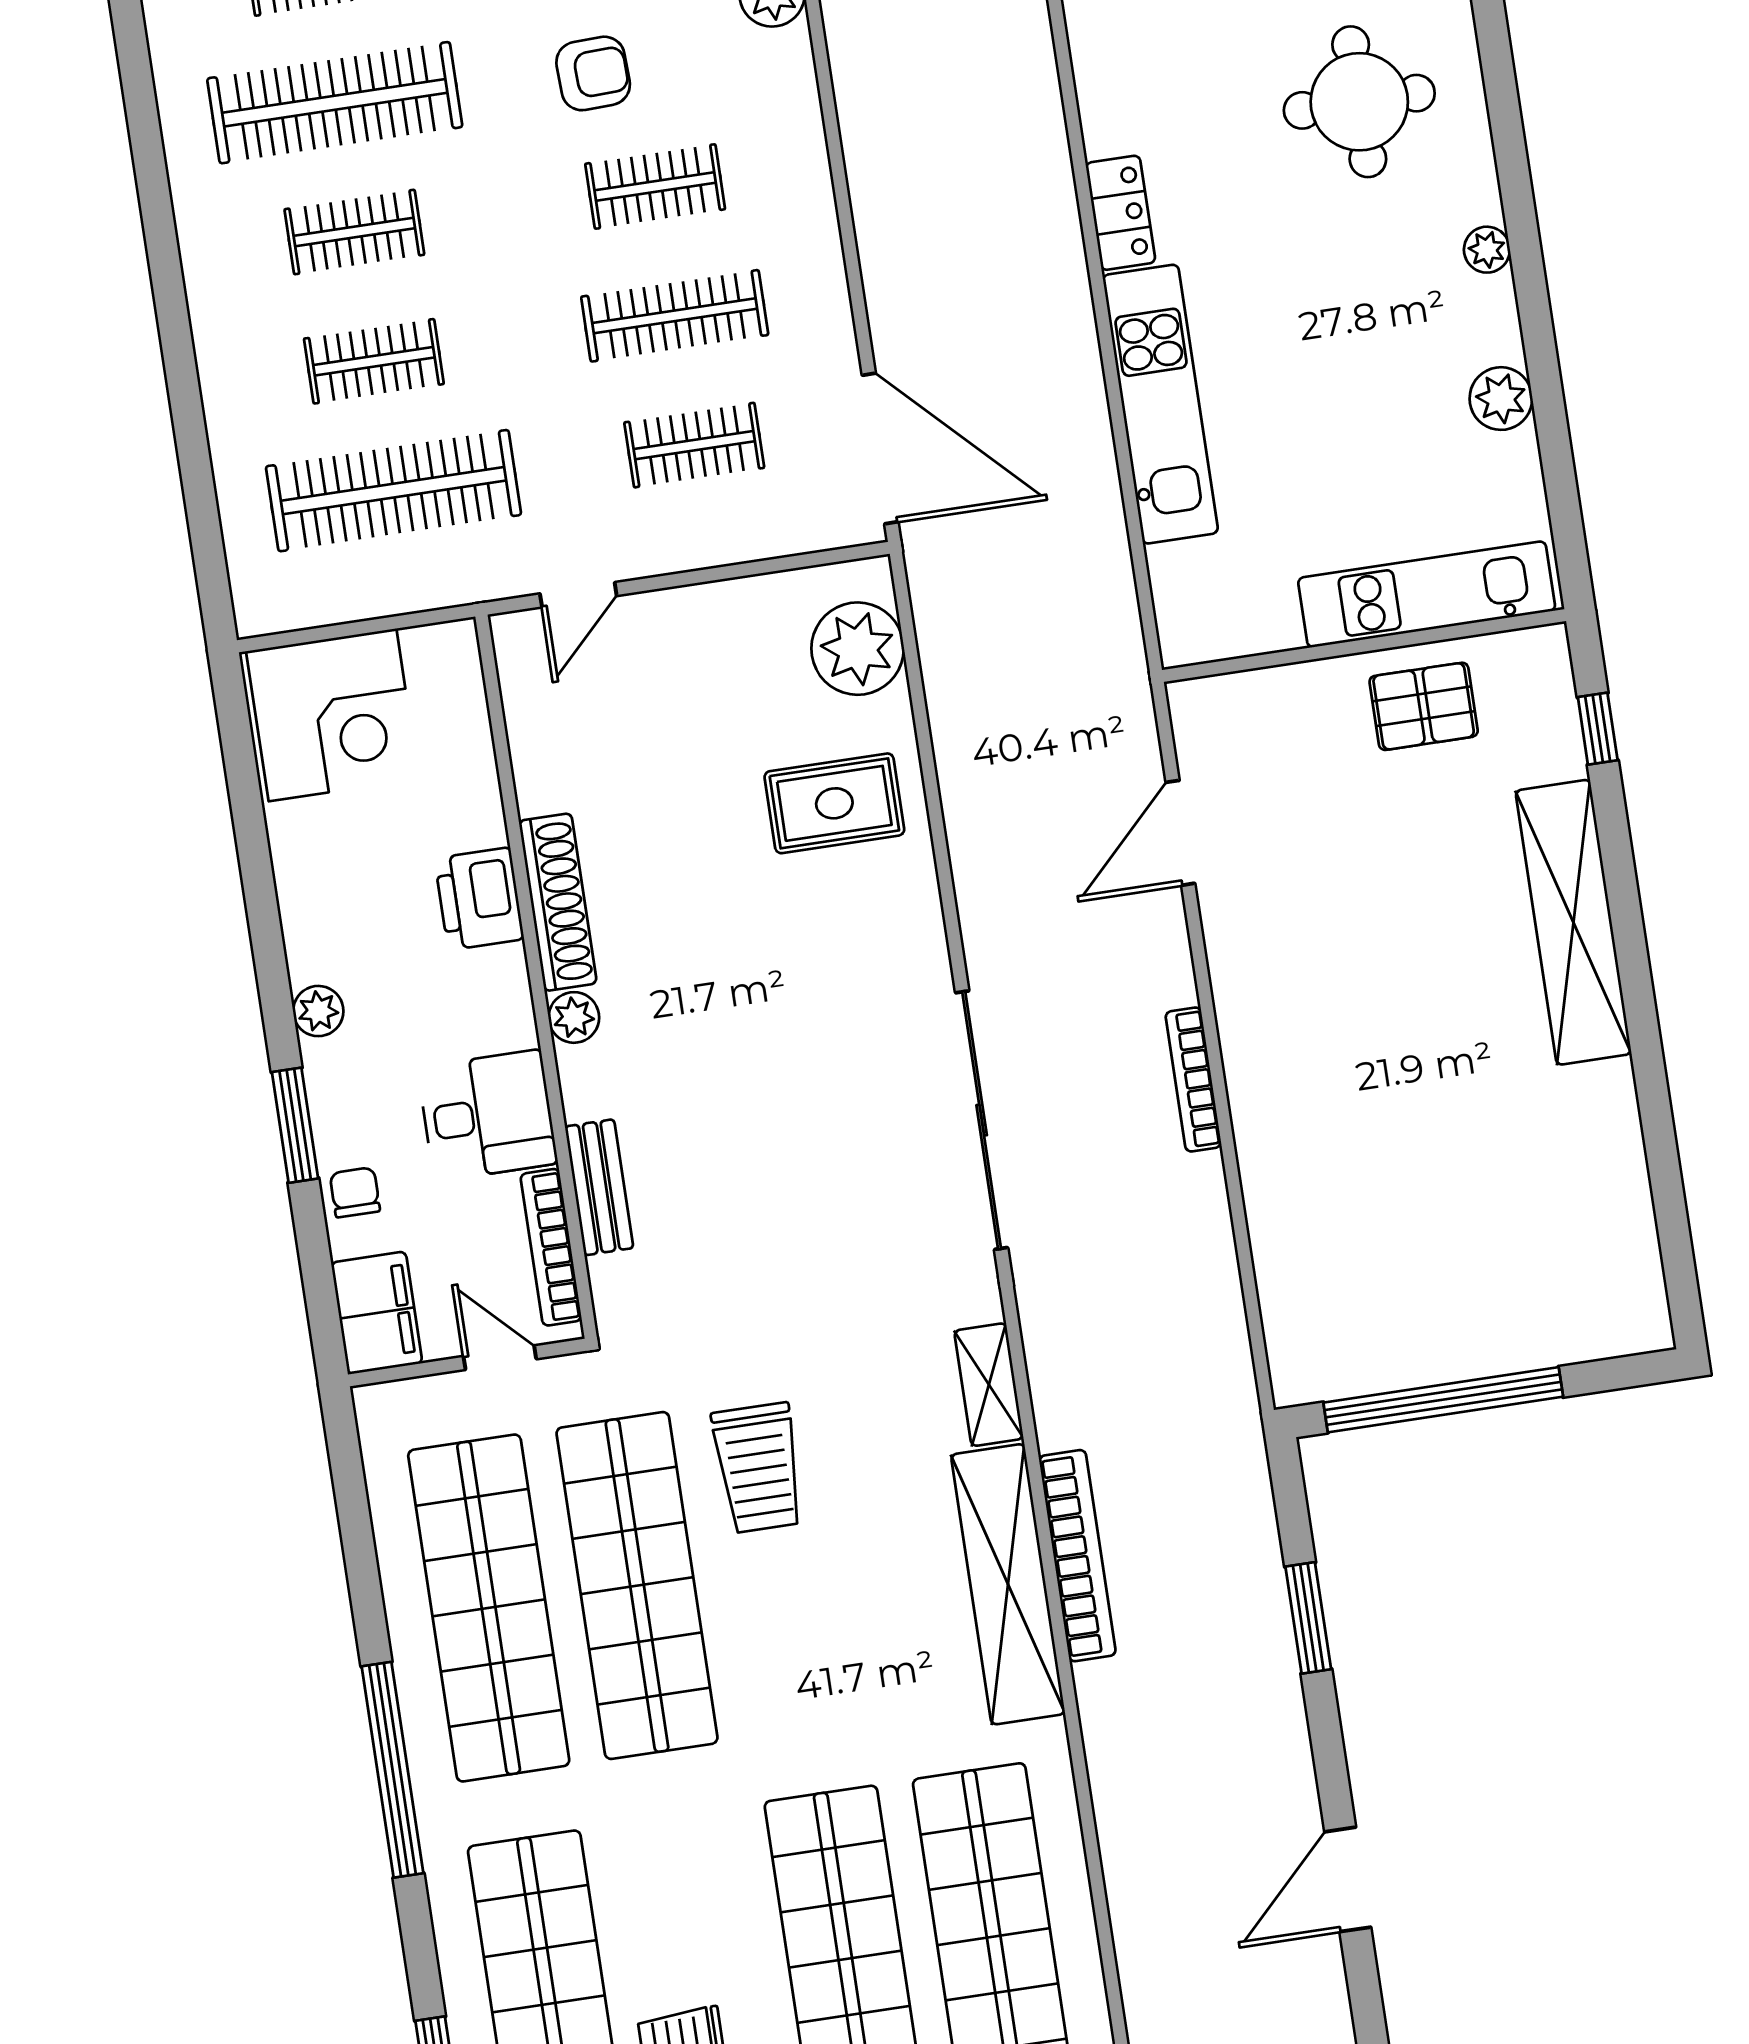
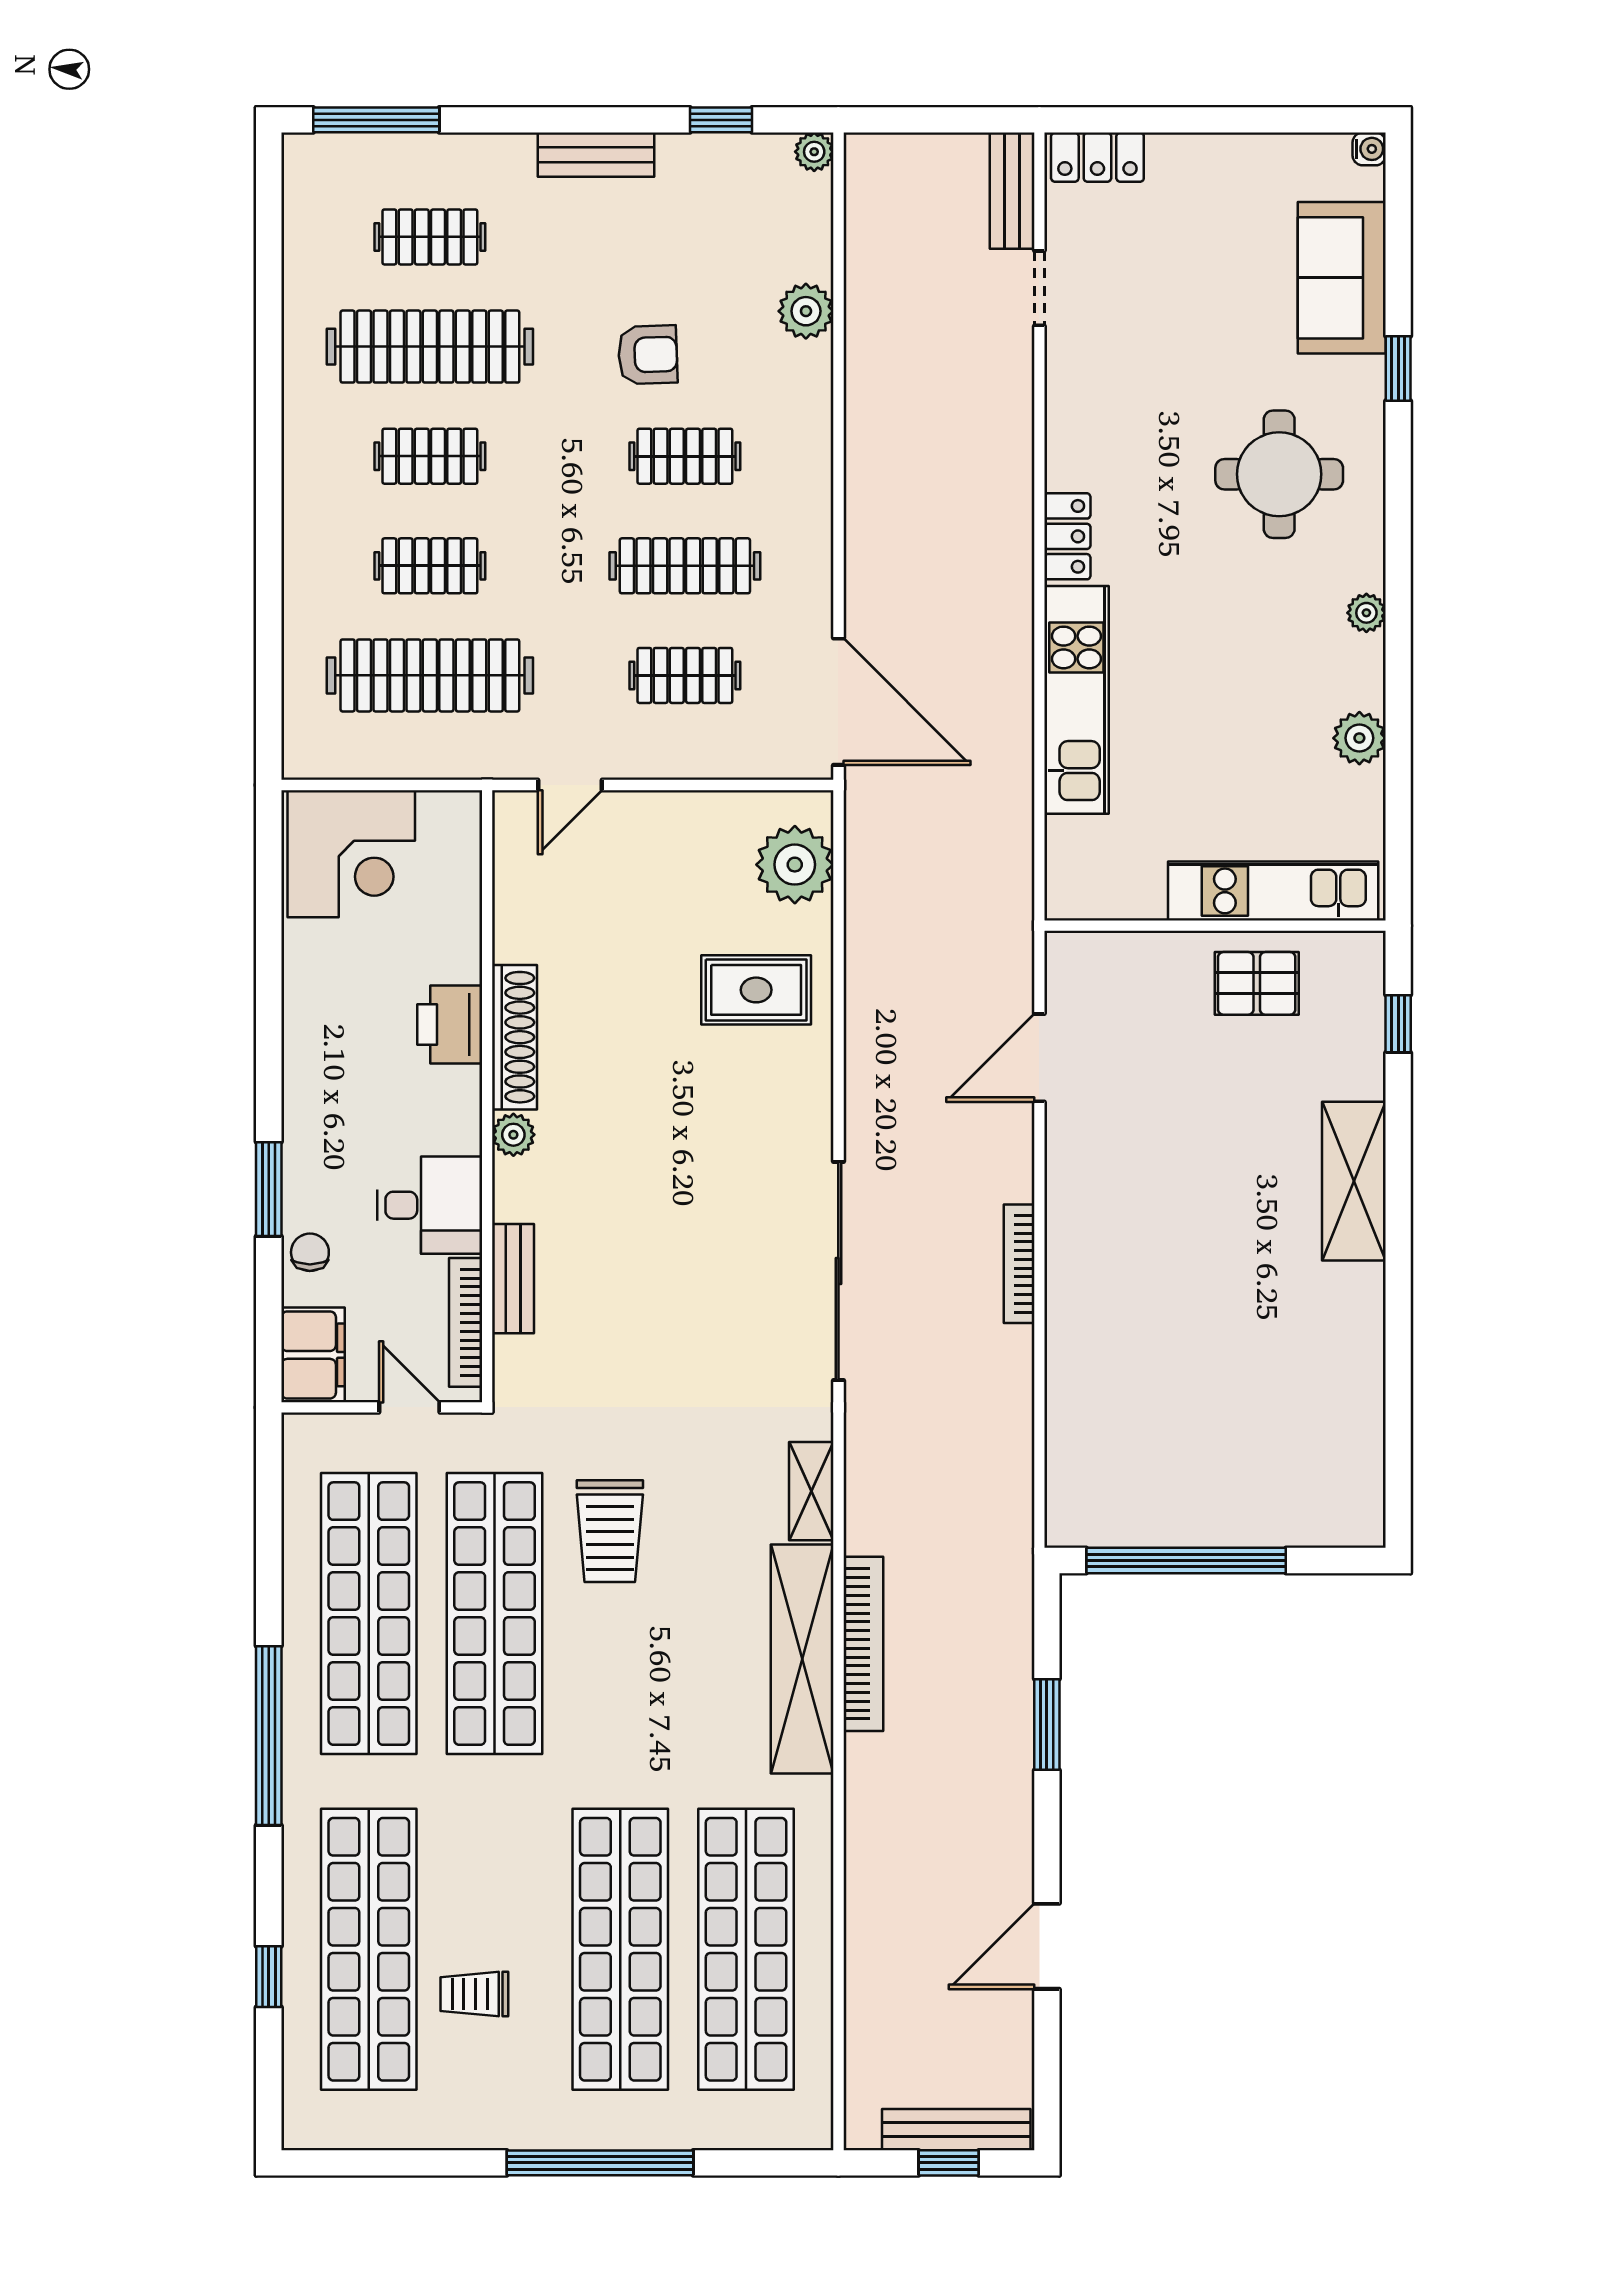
shelving: (1573, 922) -> (1354, 1181), width x0.68
plant: (318, 1011) -> (302, 1097), removed

